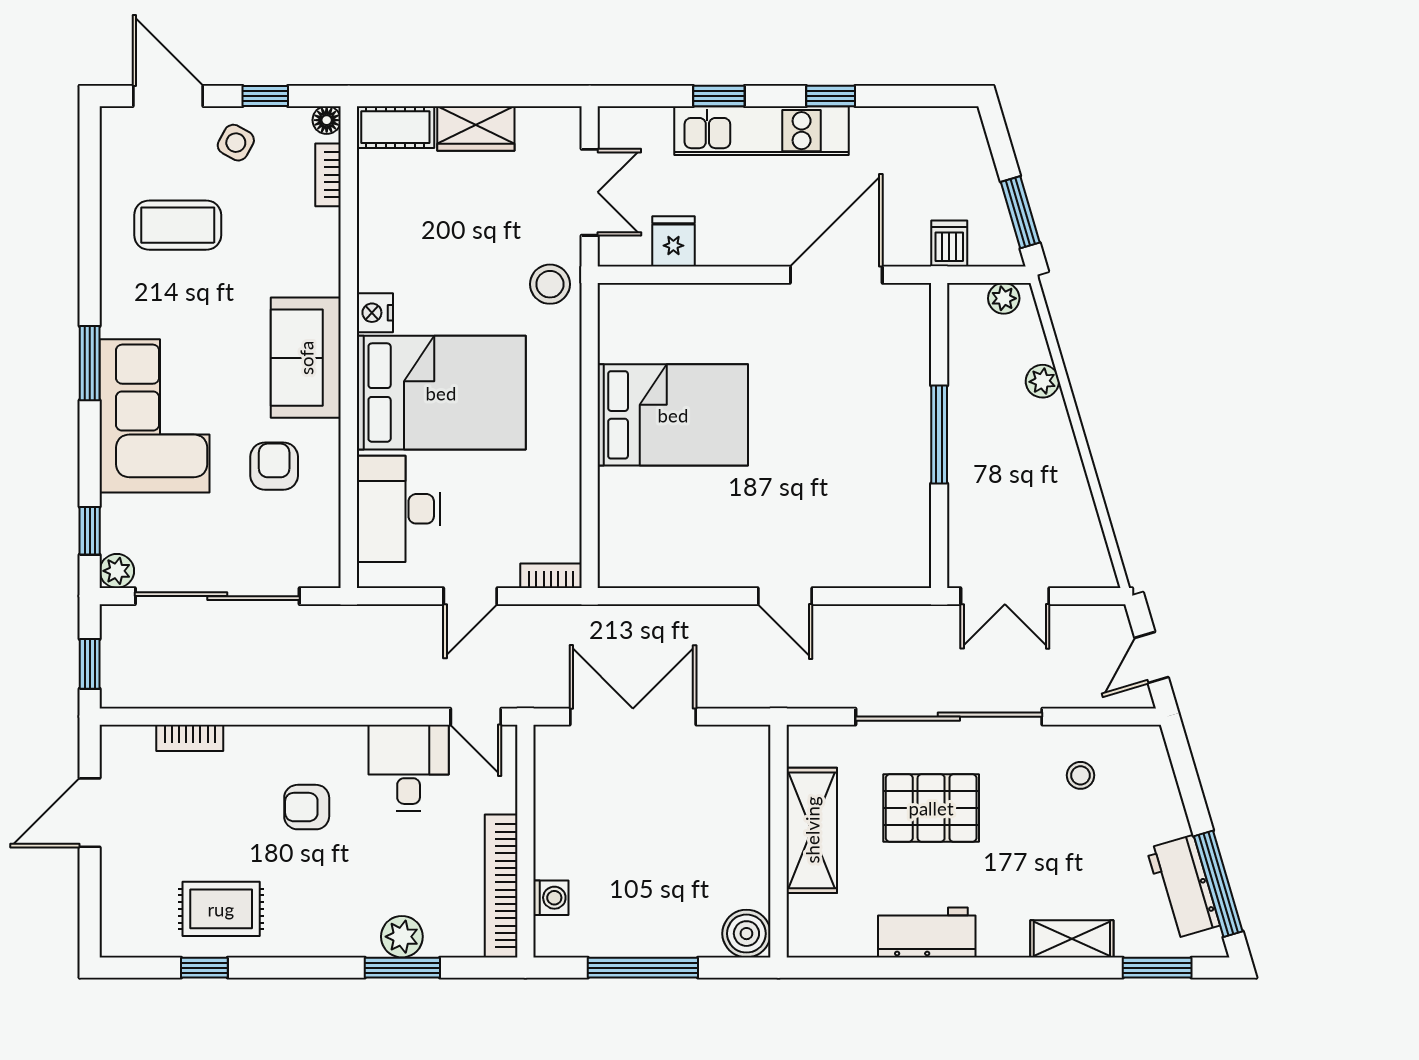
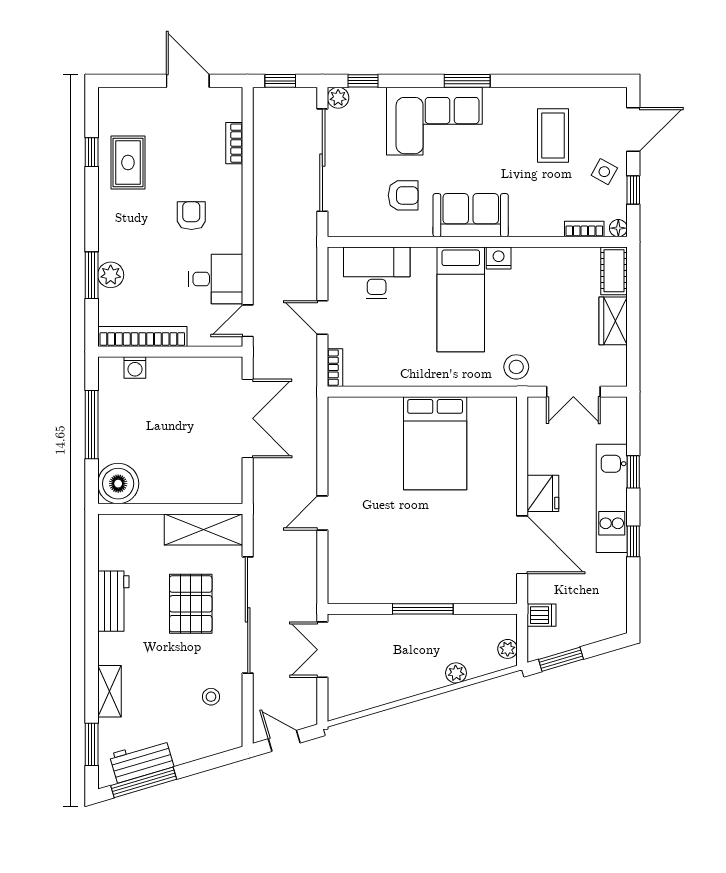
fridge: (673, 241) -> (543, 493), moved, width x1.38
bed: (441, 393) -> (461, 299), width x0.67
shelving: (812, 830) -> (204, 530), moved
boiler: (746, 934) -> (118, 484), width x1.37, depth x1.37

